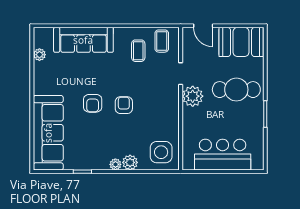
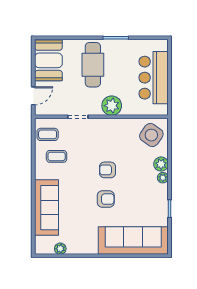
plant: (193, 96) -> (112, 106), moved
side table: (161, 152) -> (151, 135), turned 35

